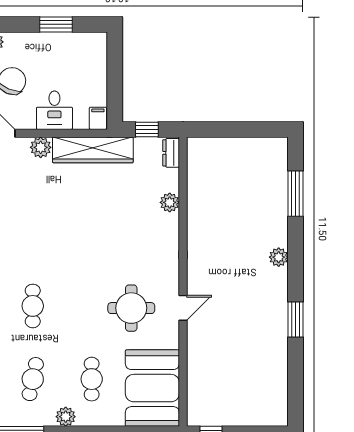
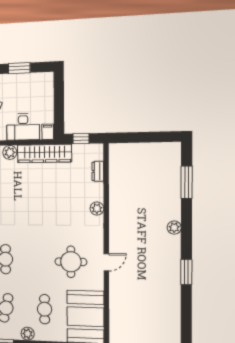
desk: (54, 110) -> (23, 127), width x1.37
dresser: (171, 153) -> (98, 171), moved
plant: (170, 202) -> (97, 209), moved

